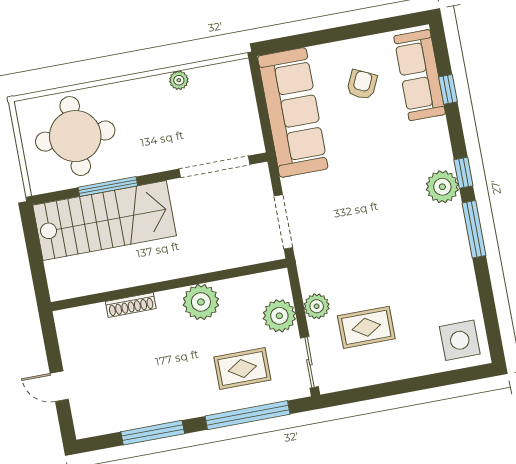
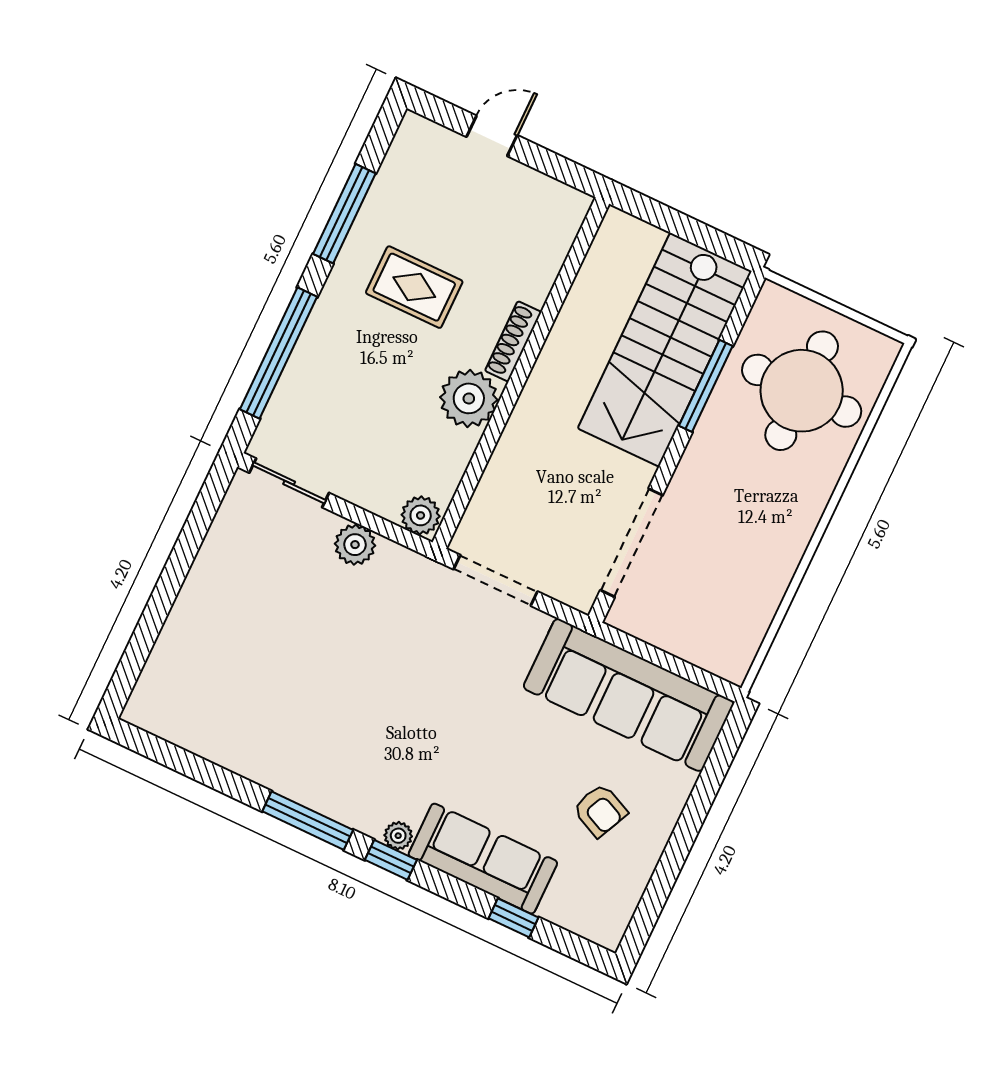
sofa: (420, 75) -> (483, 859), moved
plant: (179, 80) -> (777, 577), removed
plant: (442, 187) -> (398, 836), width x0.53, depth x0.53
shoe rack: (131, 305) -> (513, 341), moved
plant: (279, 316) -> (421, 515), moved, width x0.73, depth x0.73
rug: (366, 327) -> (281, 589), removed
side table: (460, 340) -> (177, 698), removed
rug: (242, 369) -> (414, 287), moved, turned 90

